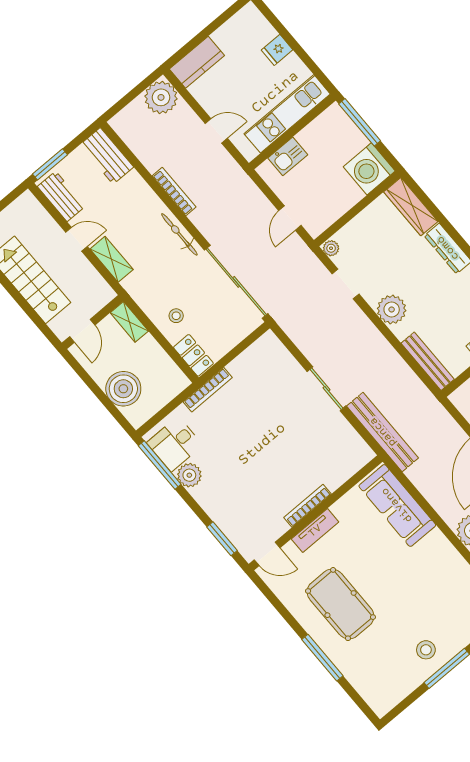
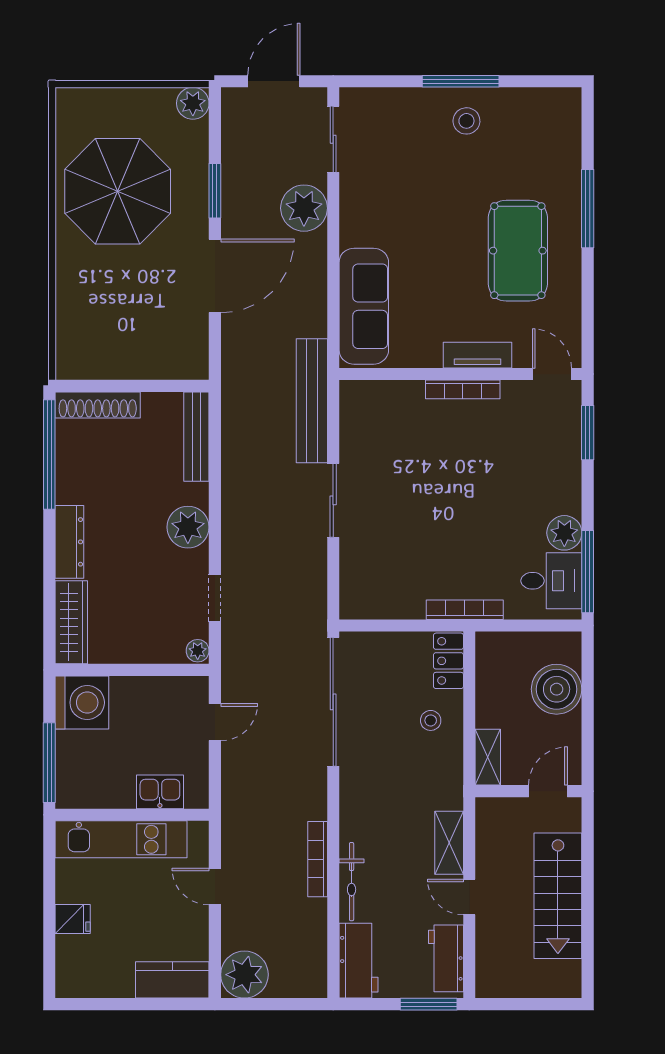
bicycle: (179, 234) -> (352, 882), moved

